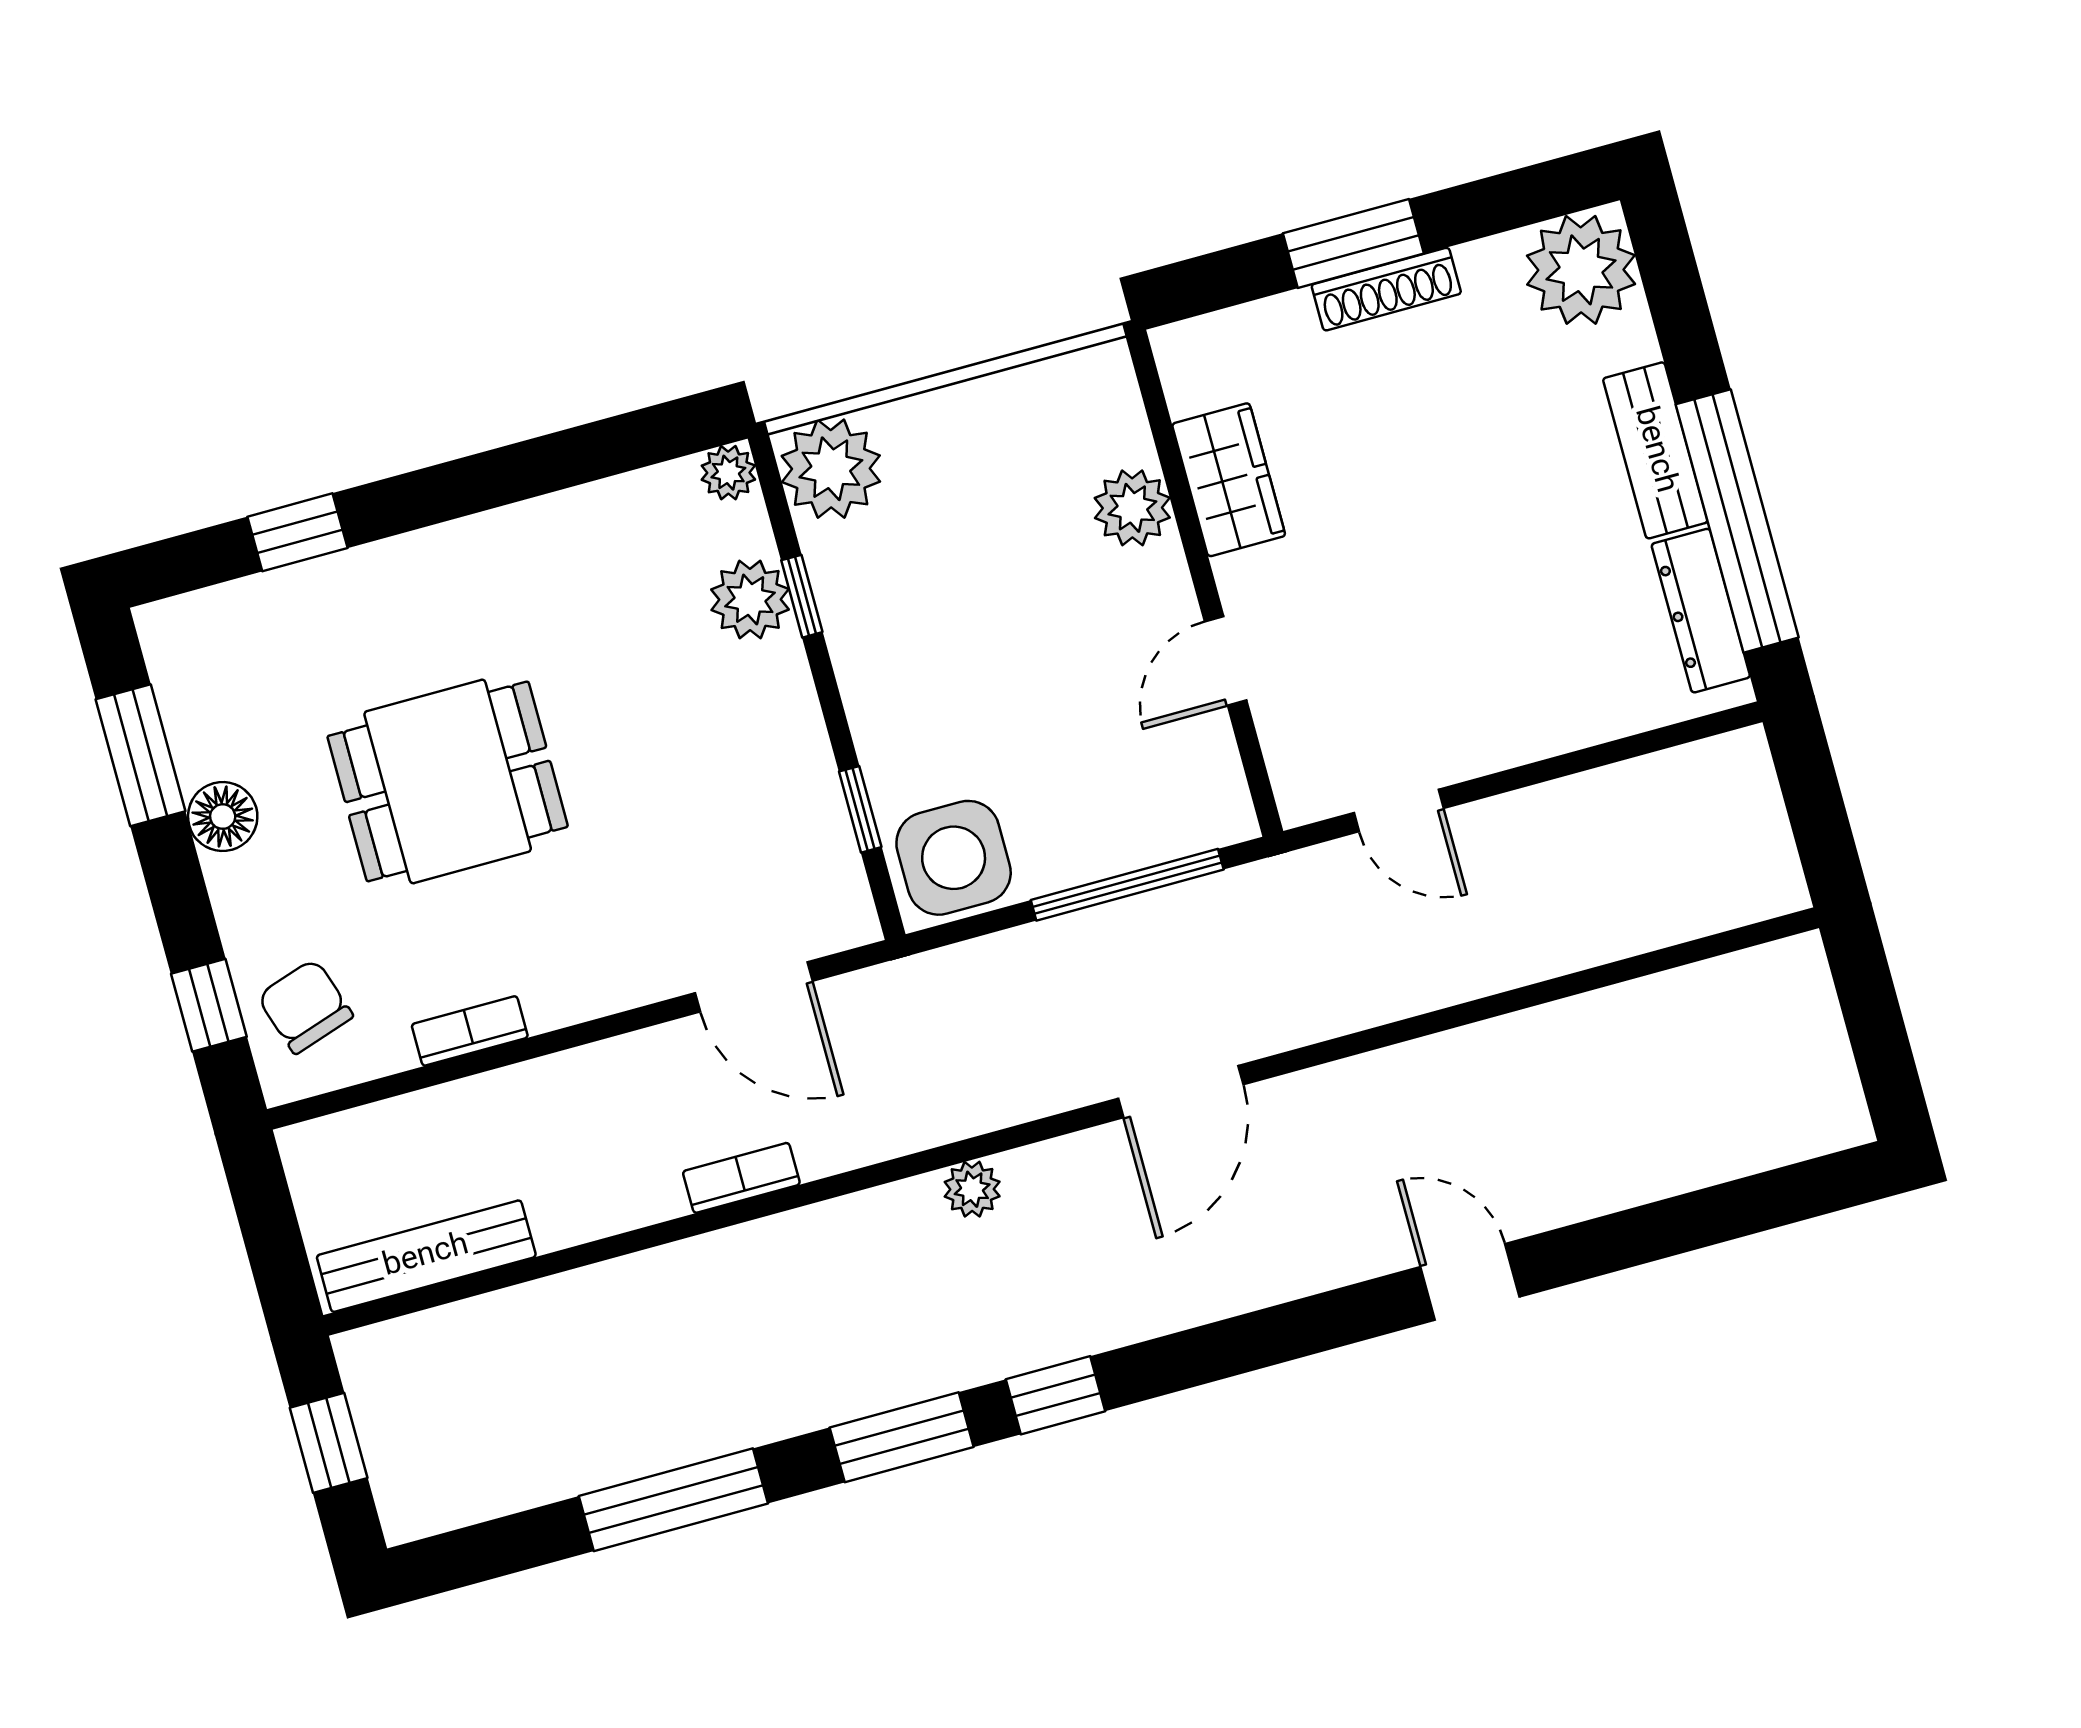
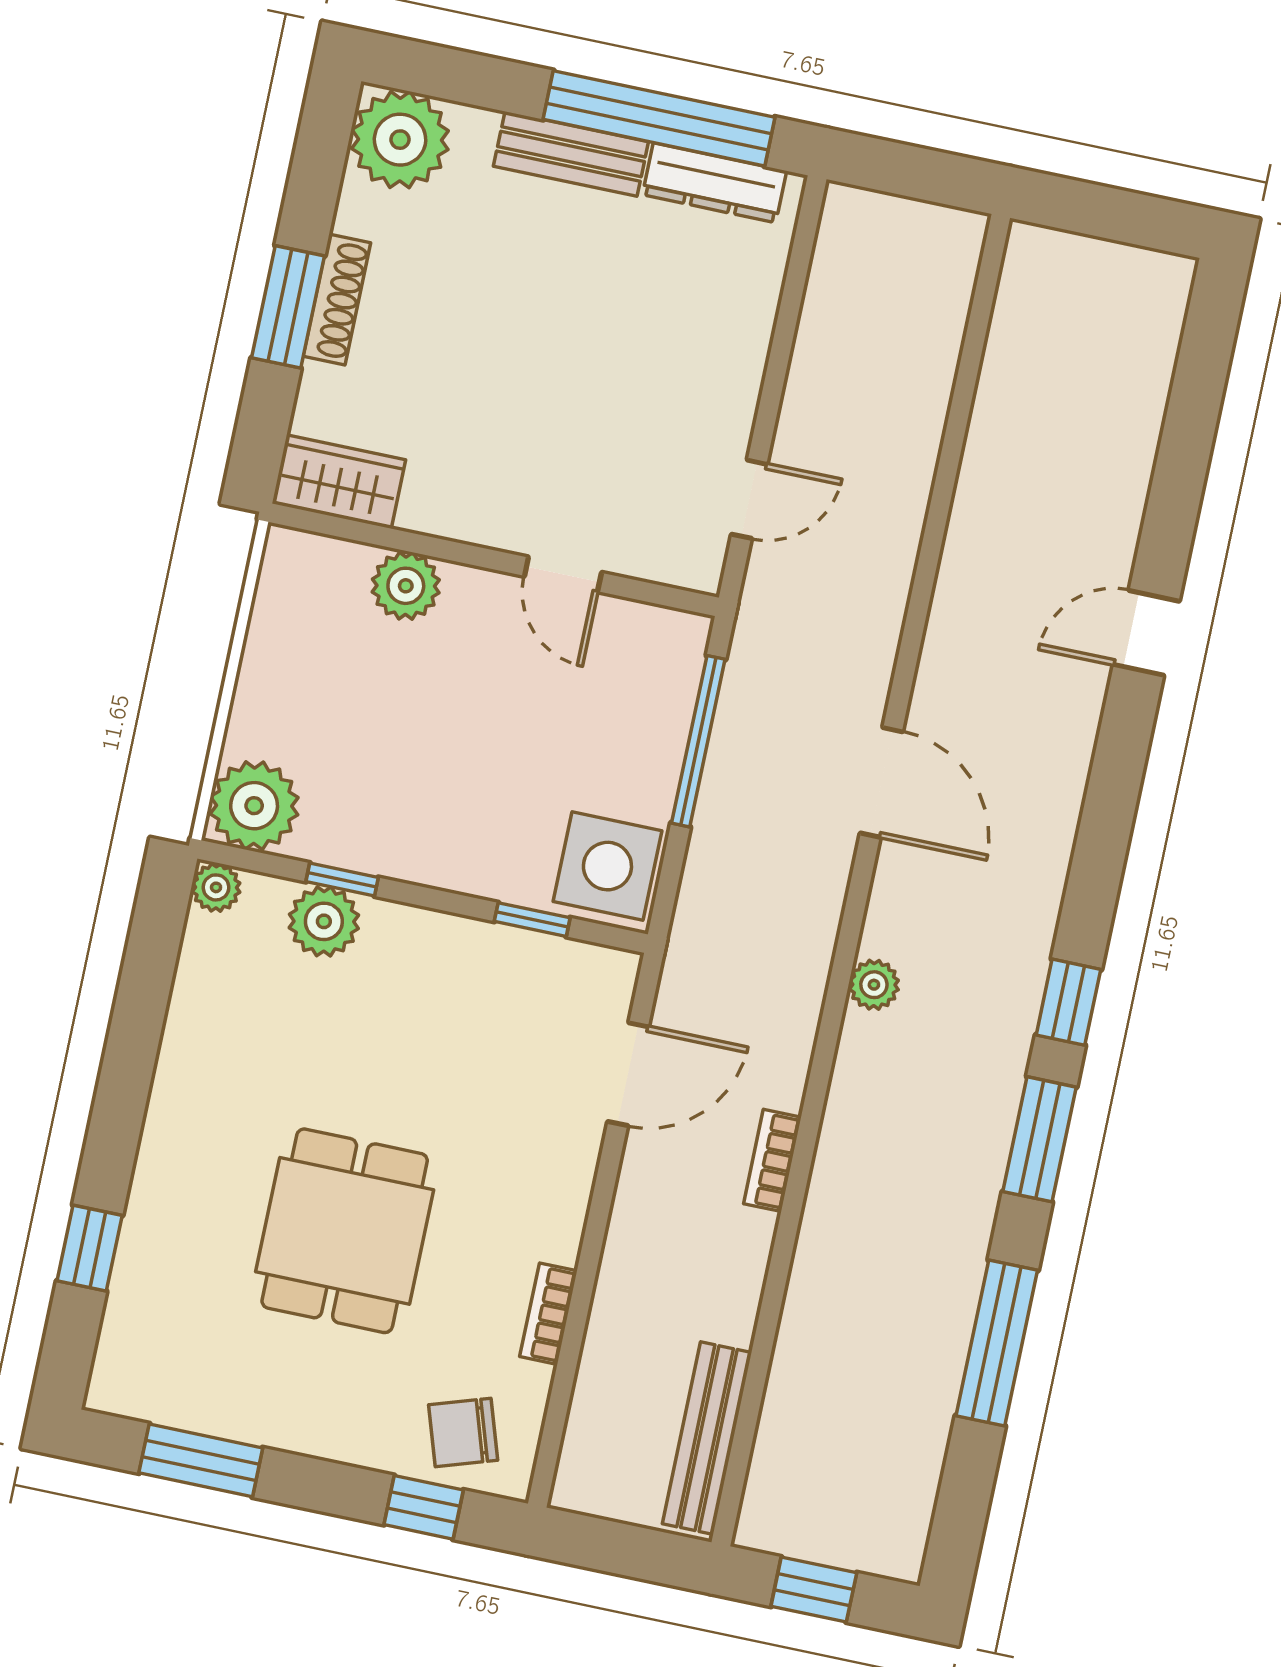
wardrobe: (1229, 480) -> (339, 482), moved
floor lamp: (223, 817) -> (282, 1421), removed

